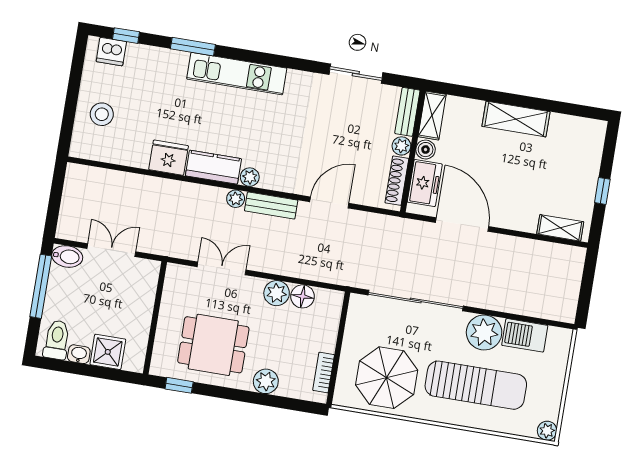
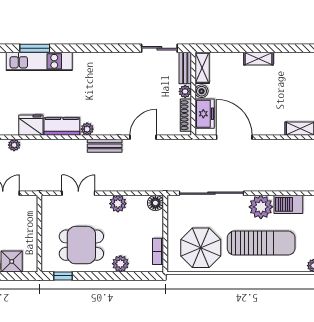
kitchen unit: (237, 74) -> (39, 61), moved
sliding door: (356, 74) -> (159, 48), moved
shelving: (516, 119) -> (259, 59), width x0.67, depth x0.75
plant: (236, 199) -> (14, 145), moved
floor lamp: (303, 296) -> (155, 203), moved

